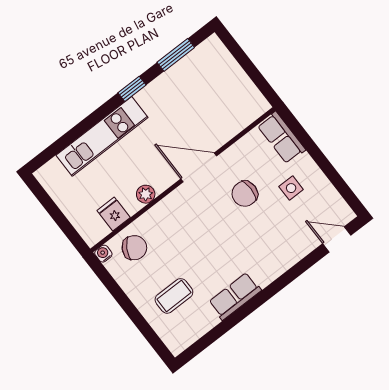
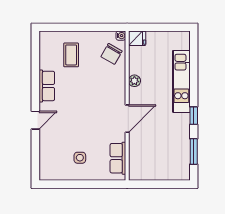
row of seats: (281, 138) -> (118, 158), moved, turned -90
chair: (245, 194) -> (95, 132), removed
fridge: (114, 214) -> (137, 38), moved
door: (337, 239) -> (35, 120), moved

